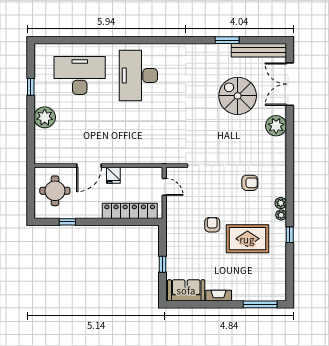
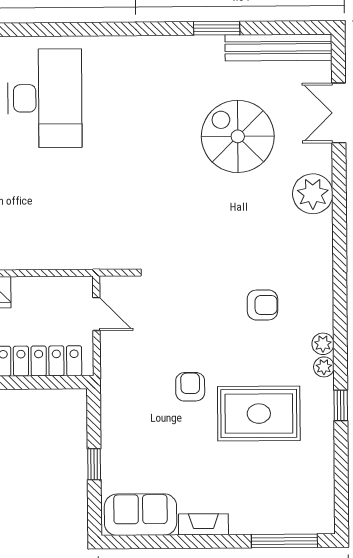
desk: (138, 76) -> (45, 98), turned 180
double door: (290, 84) -> (339, 113), width x0.73

